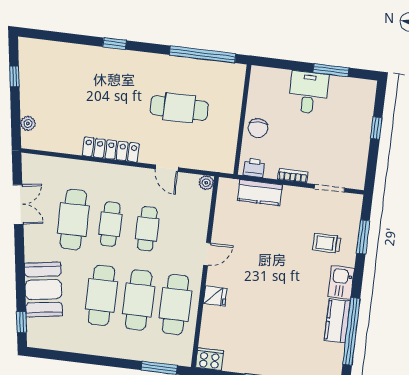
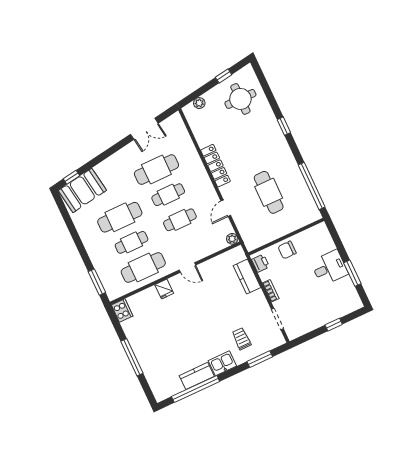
round table: (53, 74) -> (240, 99), added
booth: (43, 290) -> (82, 190), moved
cafe table: (139, 300) -> (132, 242), width x0.73, depth x0.74

